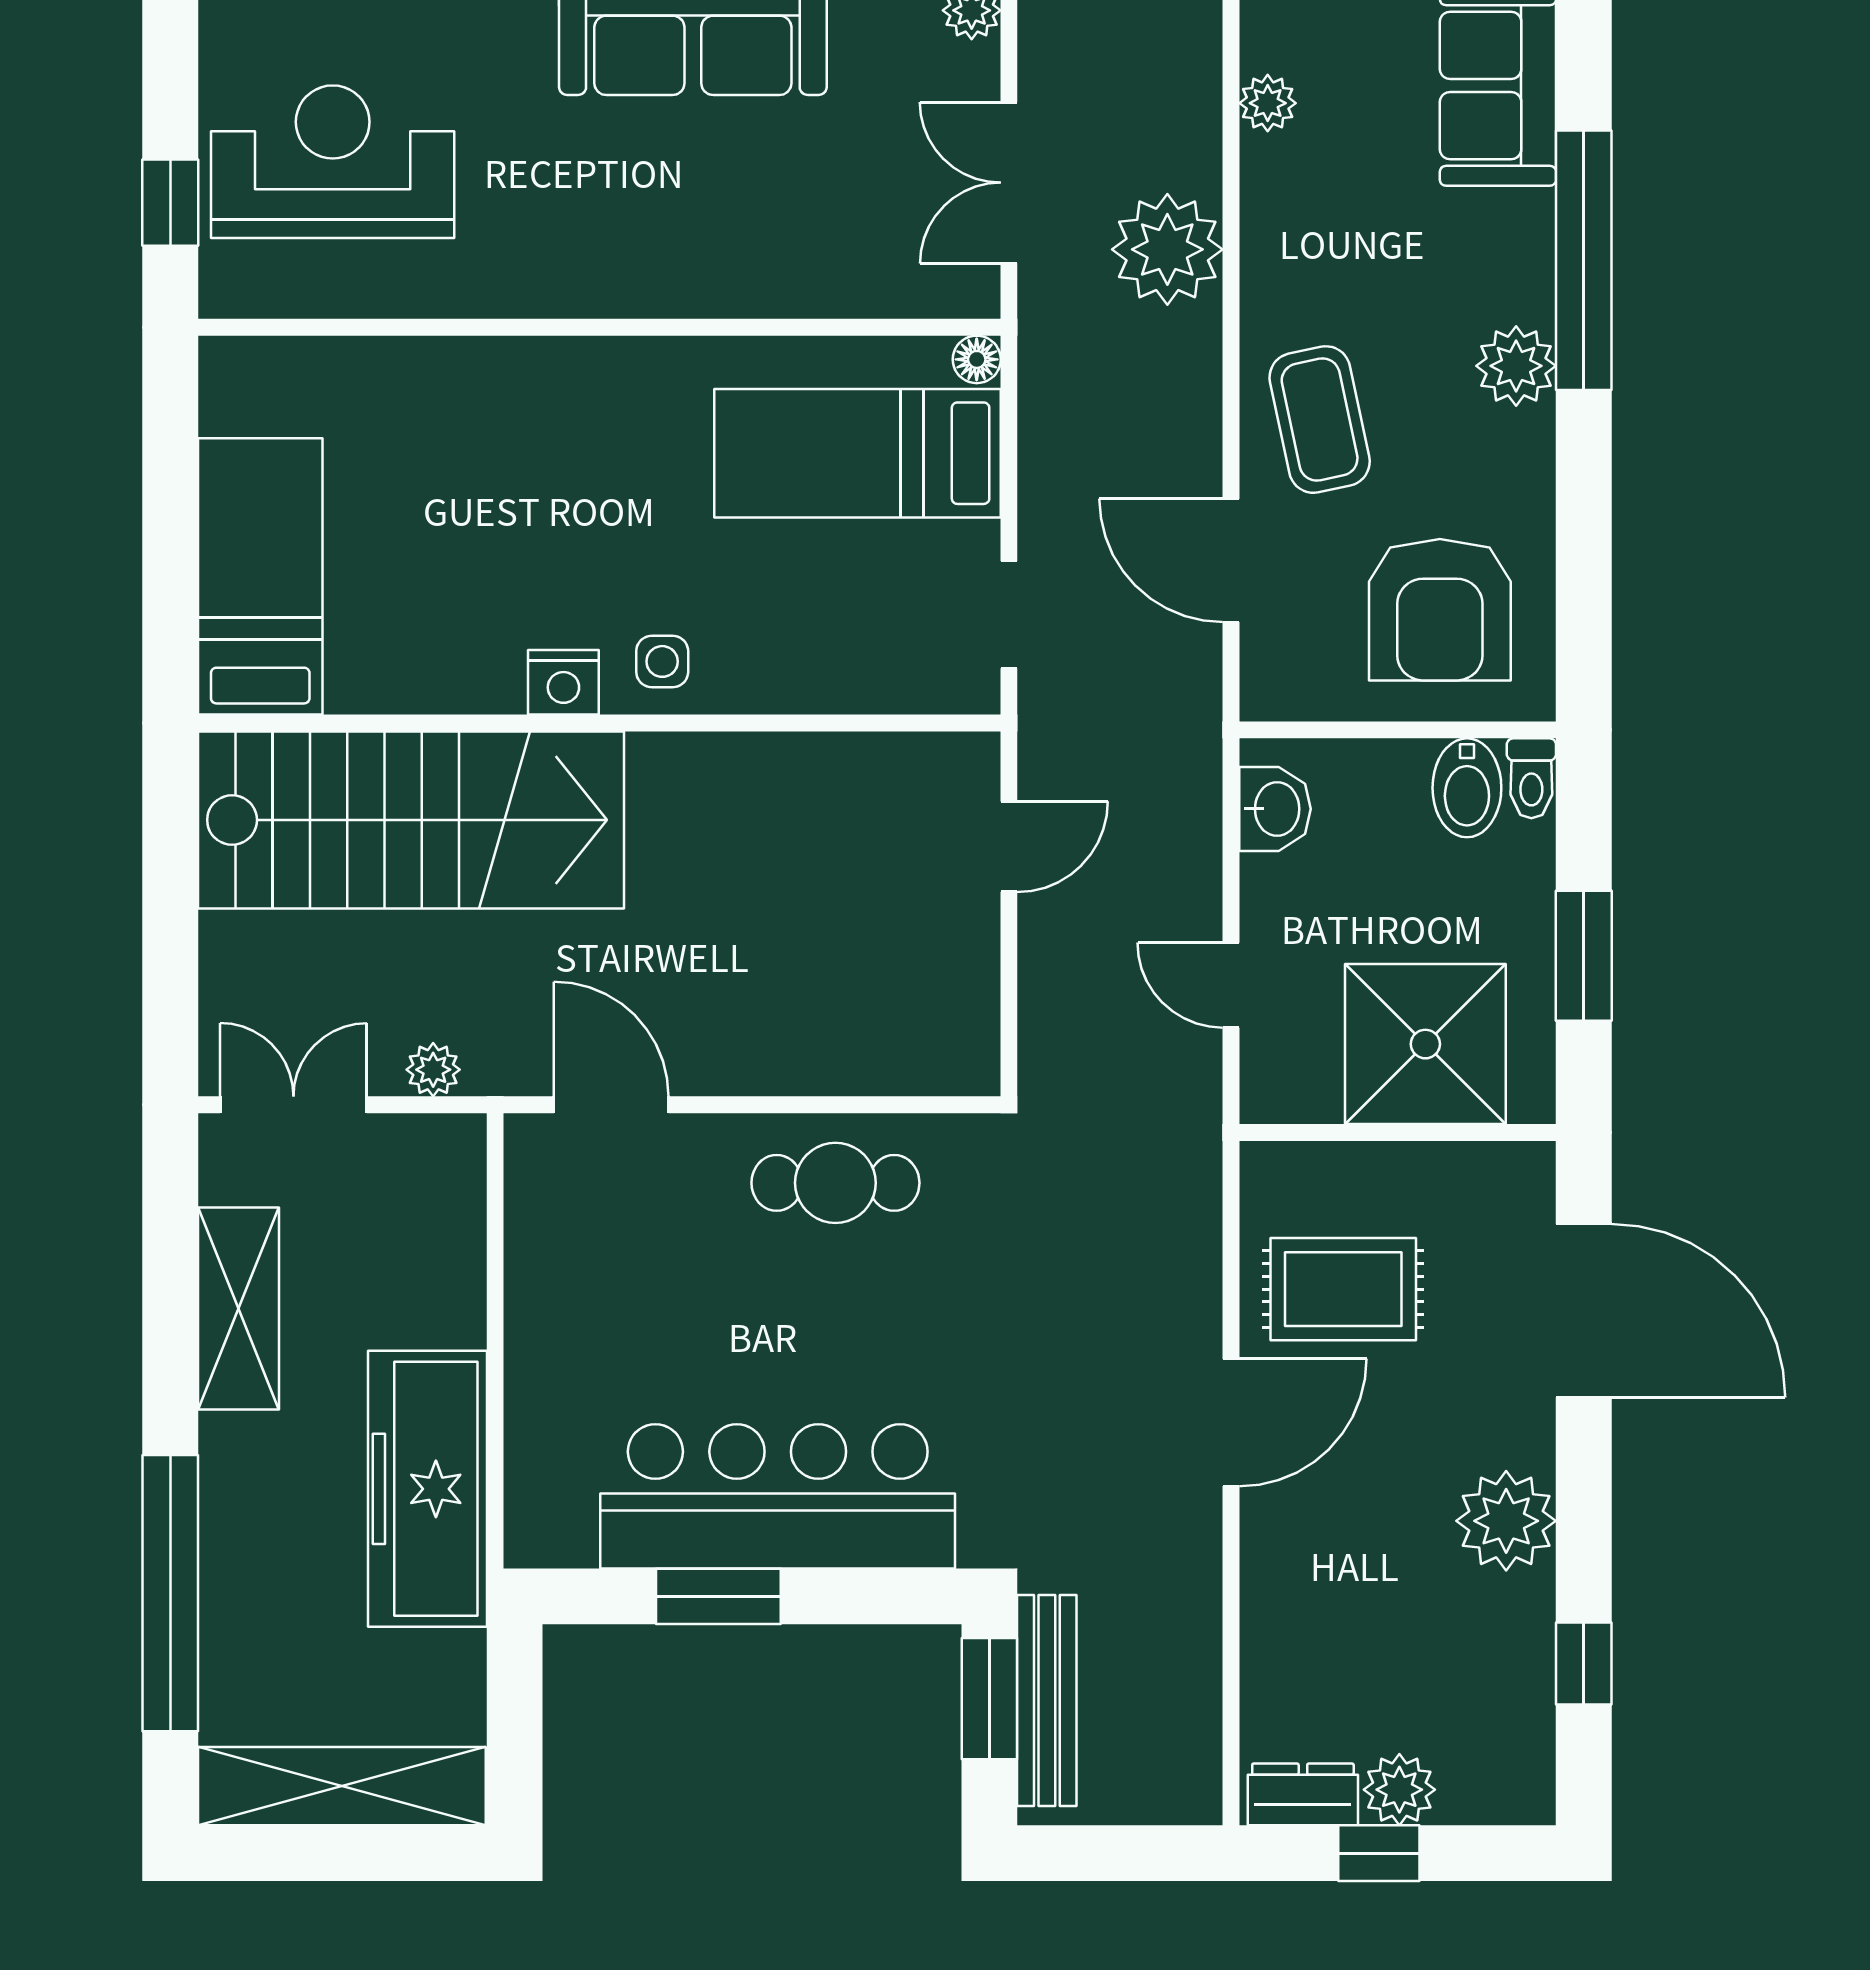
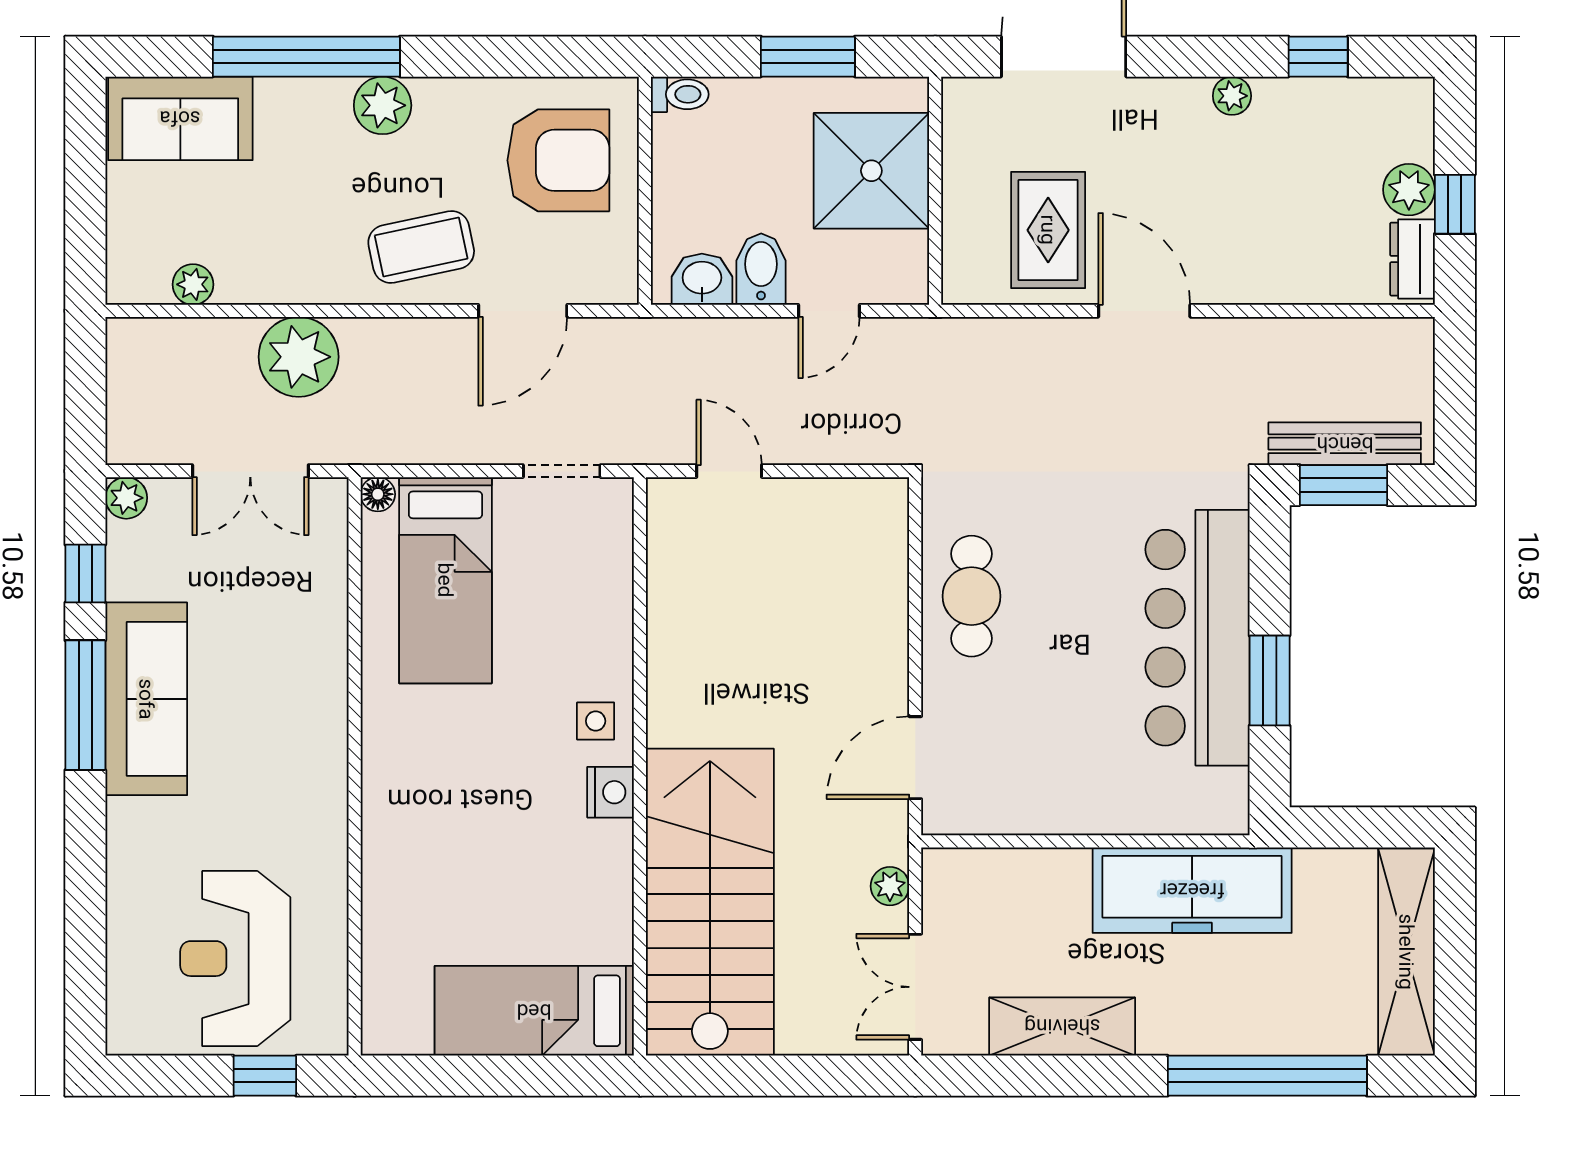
bidet: (1467, 788) -> (761, 269), moved, turned -90
plant: (1506, 1521) -> (1232, 96), width x0.53, depth x0.53

